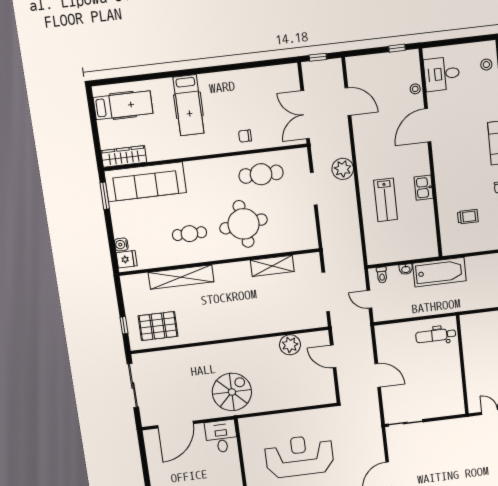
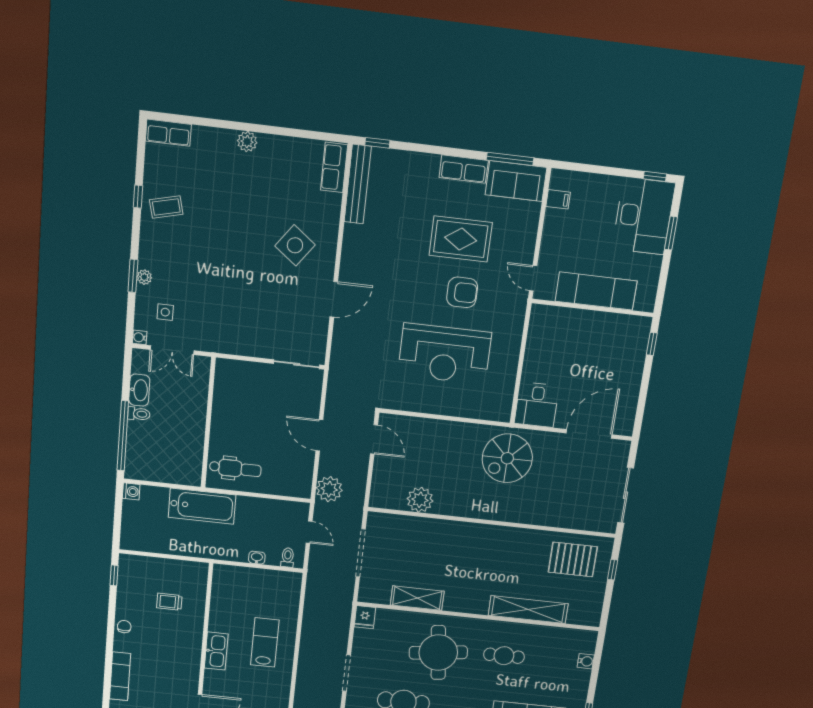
plant: (343, 169) -> (329, 489), moved
kitchen sink: (424, 188) -> (216, 651), width x1.38
fridge: (127, 259) -> (365, 617), moved, turned -90
bathtub: (439, 272) -> (202, 506), moved, turned 180
door: (333, 356) -> (374, 439), moved

